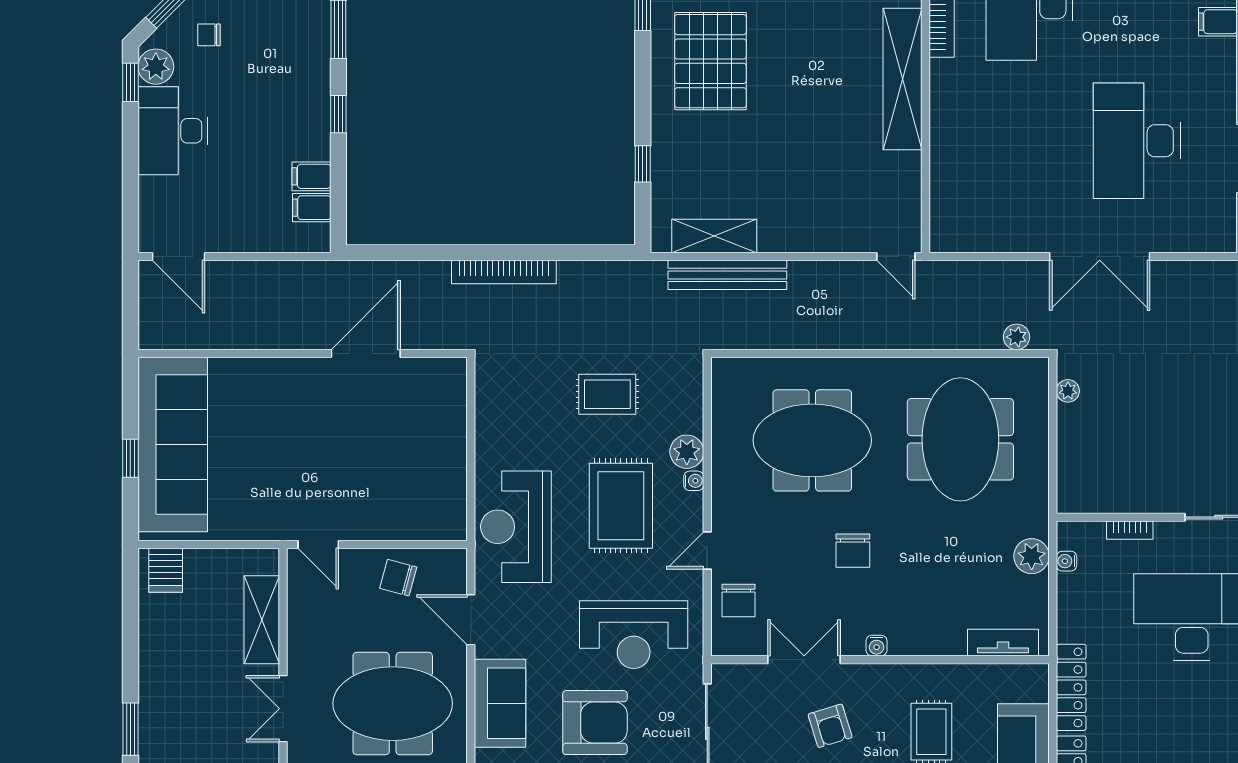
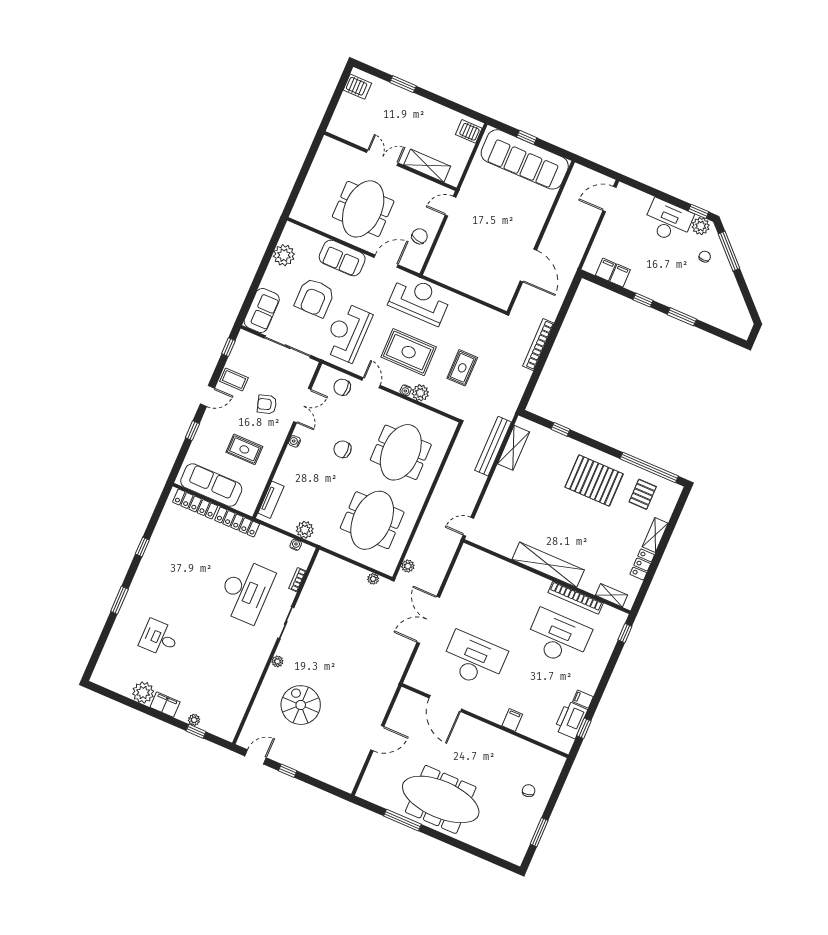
meeting table: (960, 439) -> (372, 520), turned 90

